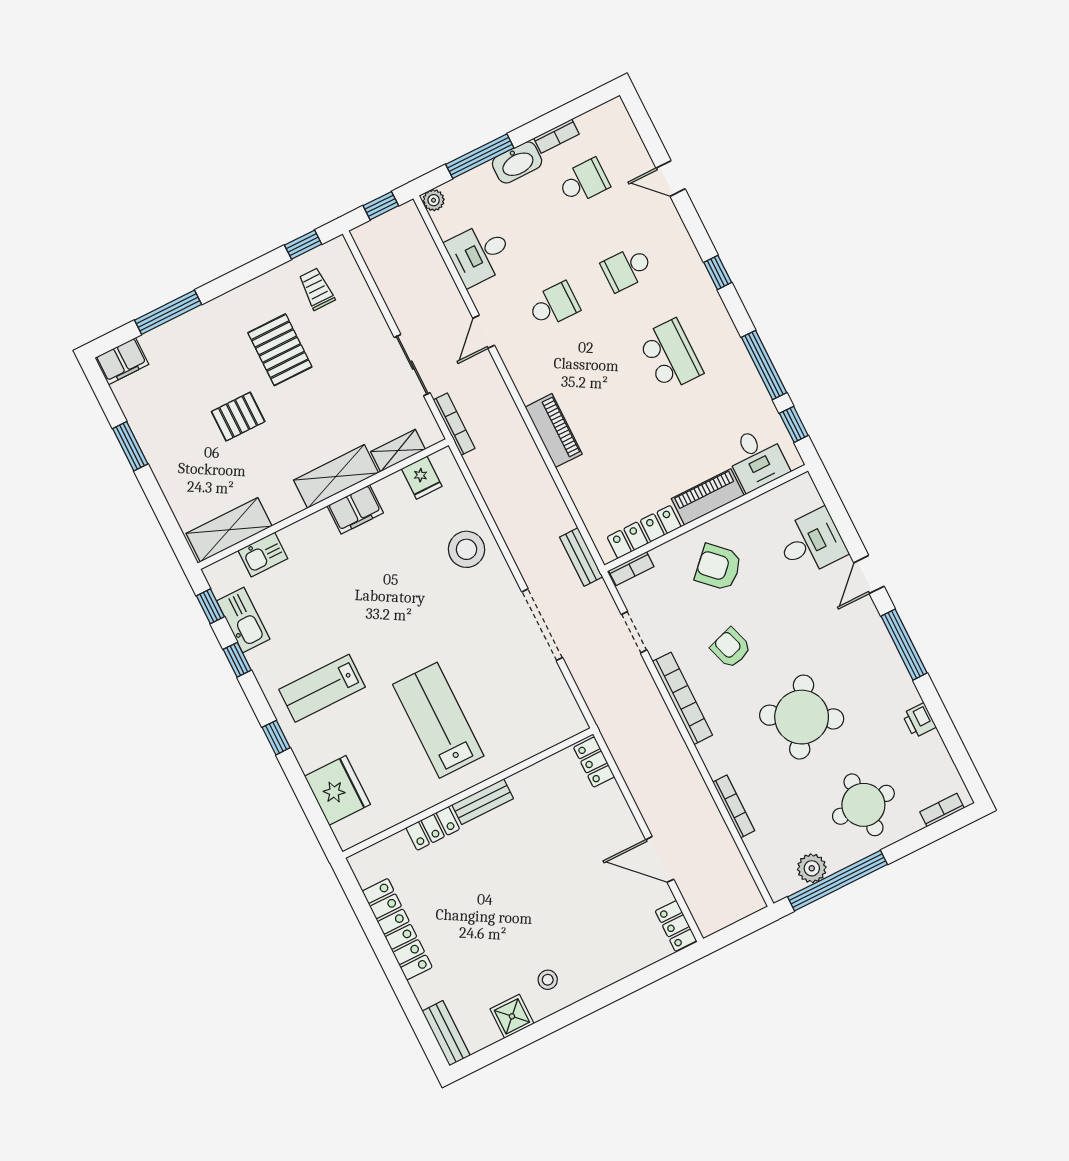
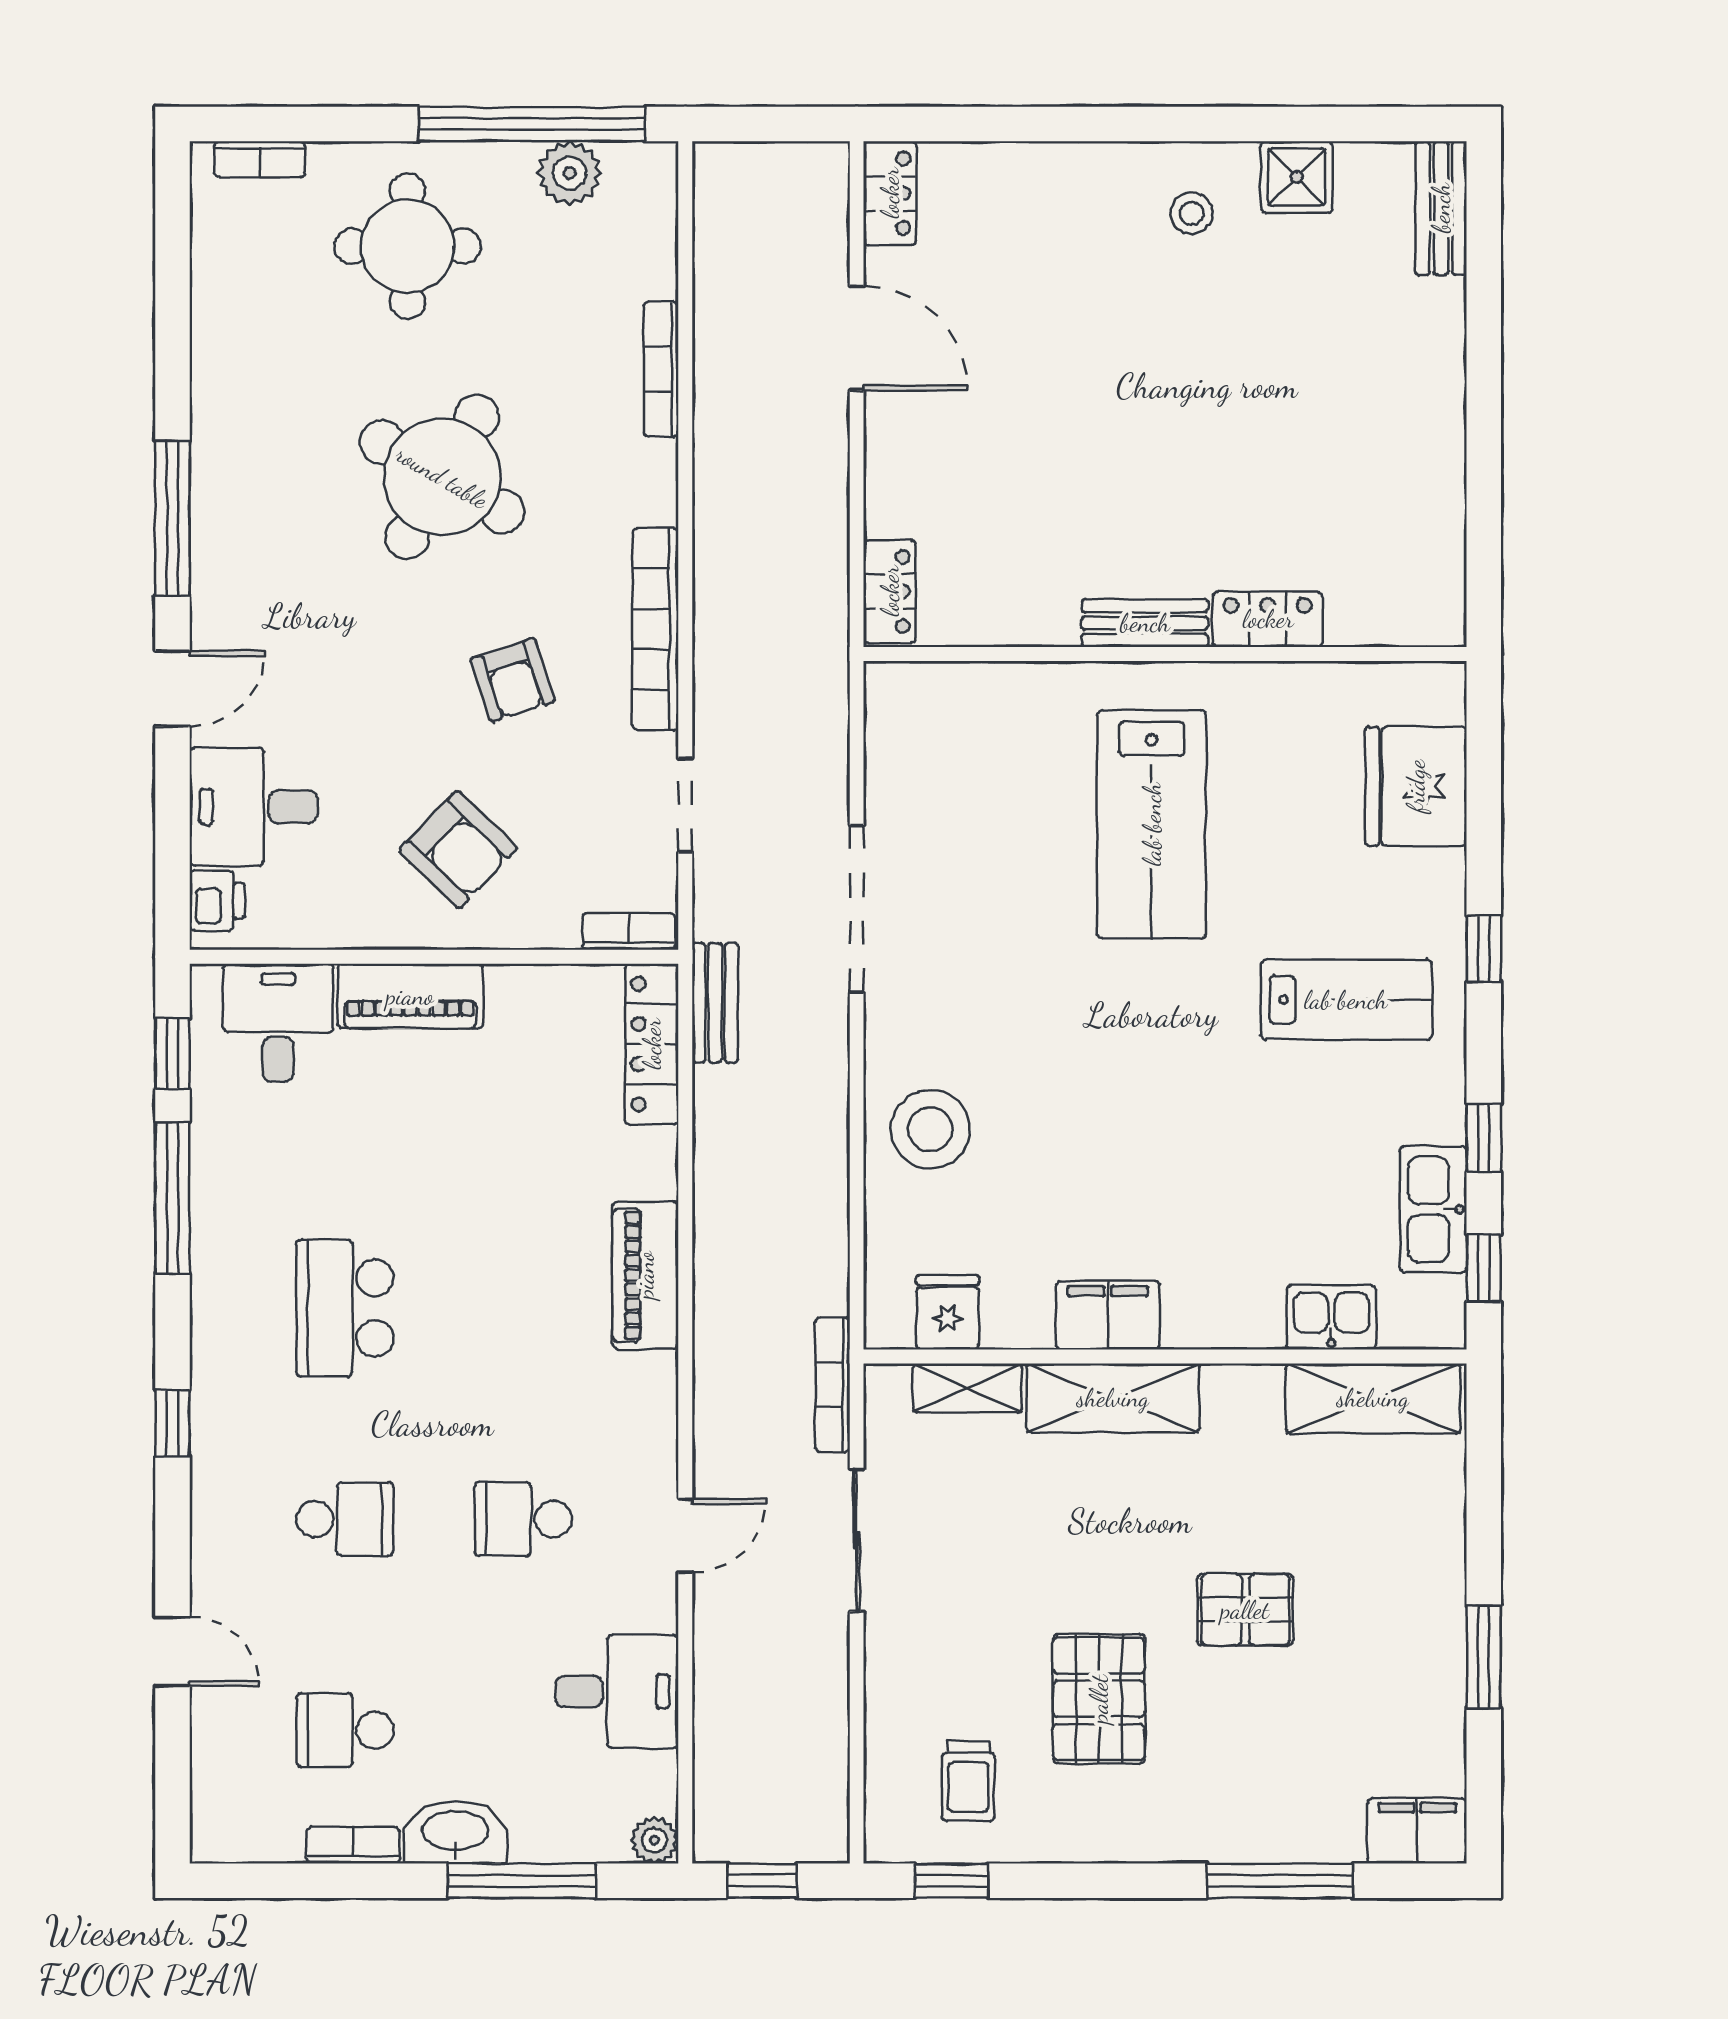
locker: (644, 532) -> (652, 1044), moved, turned 90
printer: (919, 720) -> (217, 901), moved
locker: (397, 929) -> (1435, 458), removed

